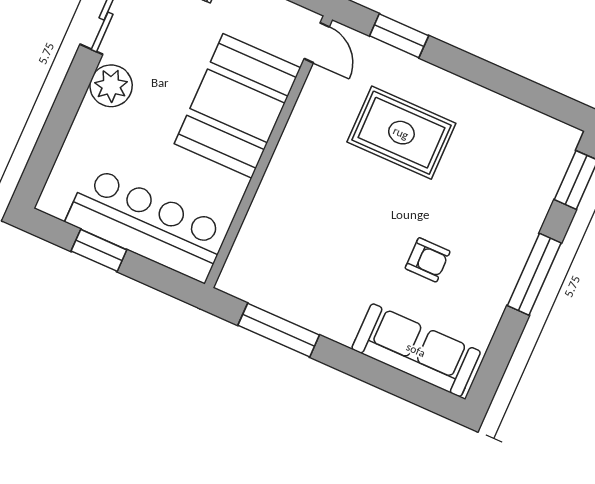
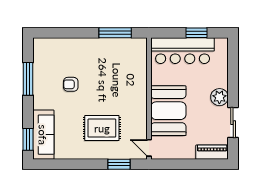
window: (534, 274) -> (28, 79), moved
sofa: (416, 350) -> (43, 135), moved, turned -90

